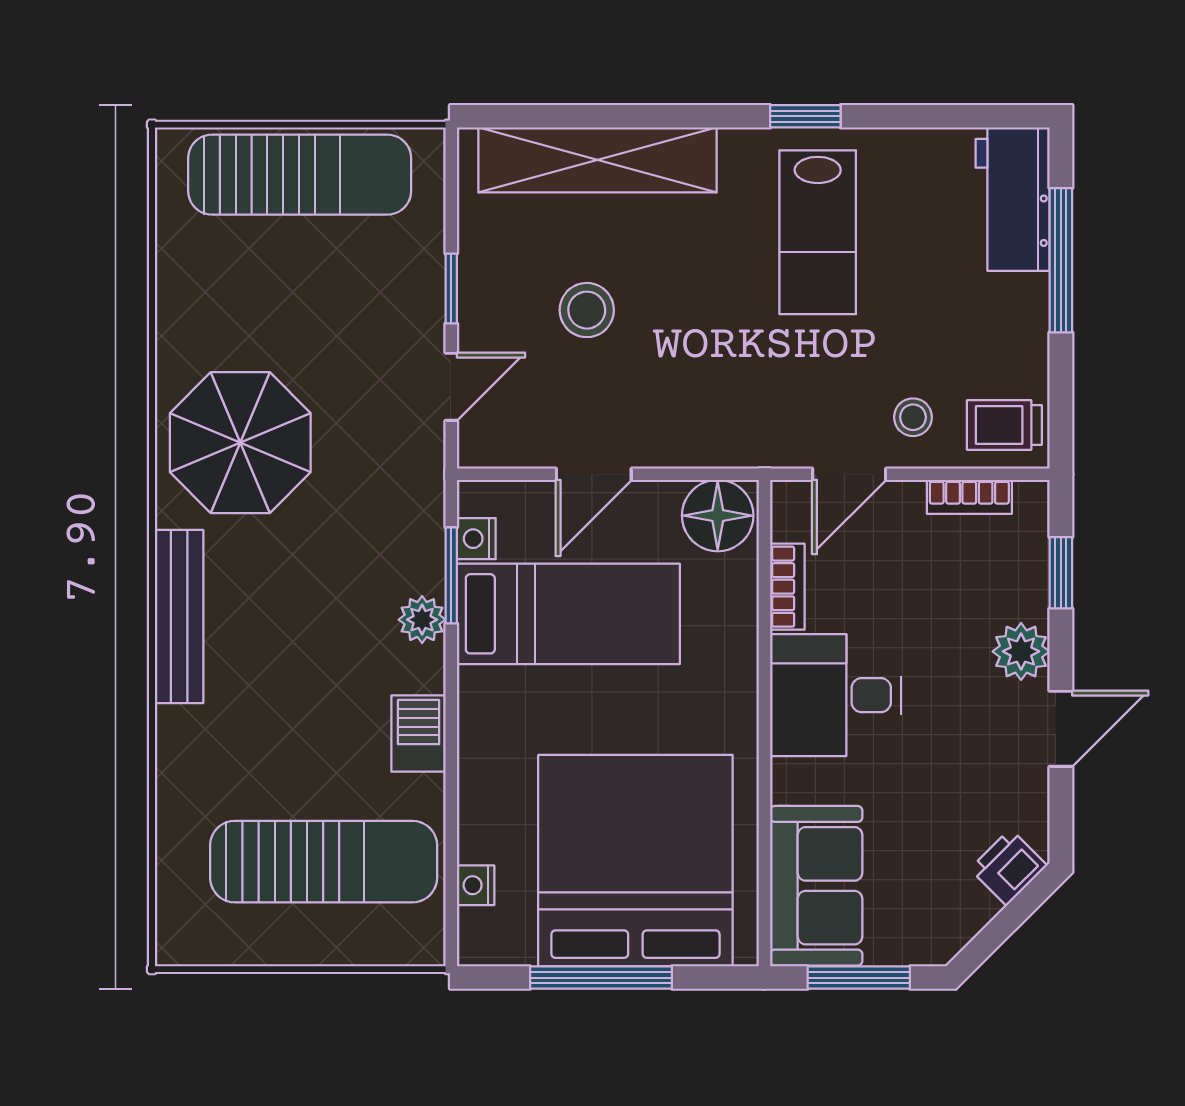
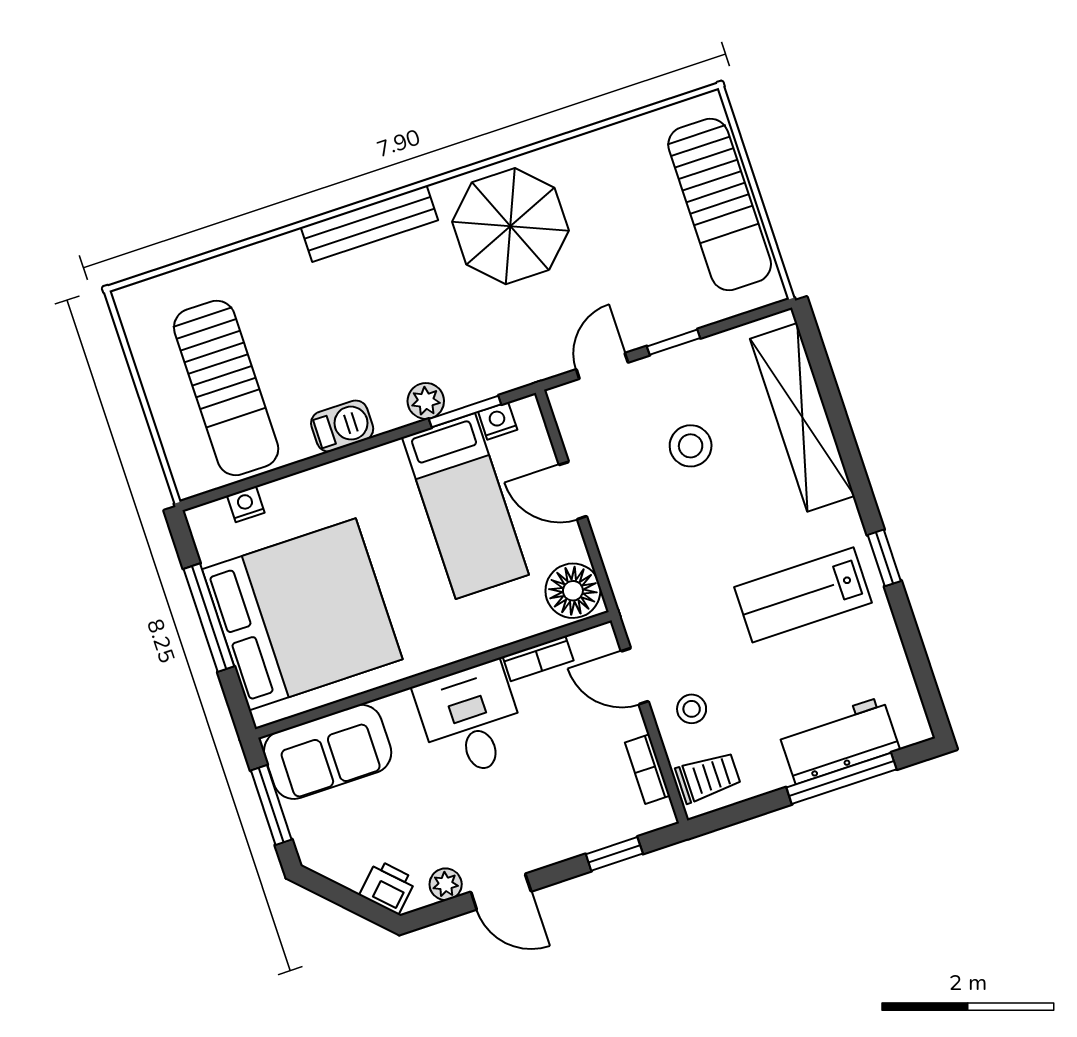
workbench: (1013, 199) -> (839, 740), moved
door: (451, 387) -> (602, 366), swing flipped
trolley: (1004, 425) -> (708, 777), turned 90
plant: (1021, 651) -> (446, 884), moved, width x0.73, depth x0.73

